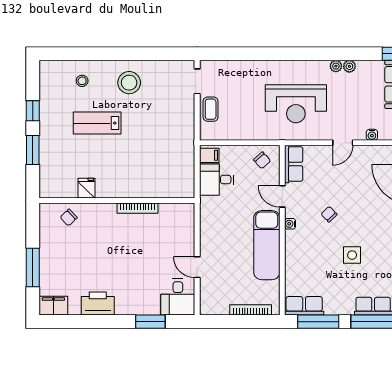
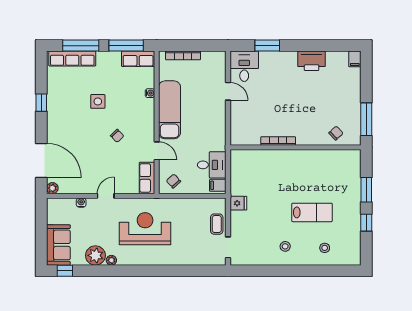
plant: (349, 66) -> (95, 255), width x1.88, depth x1.88
stool: (129, 83) -> (285, 246), width x0.53, depth x0.53
fridge: (86, 188) -> (238, 203), moved, turned -90
water cooler: (290, 224) -> (150, 93), moved
window: (33, 267) -> (366, 119), moved
filing cabinet: (53, 306) -> (355, 59), width x0.50

